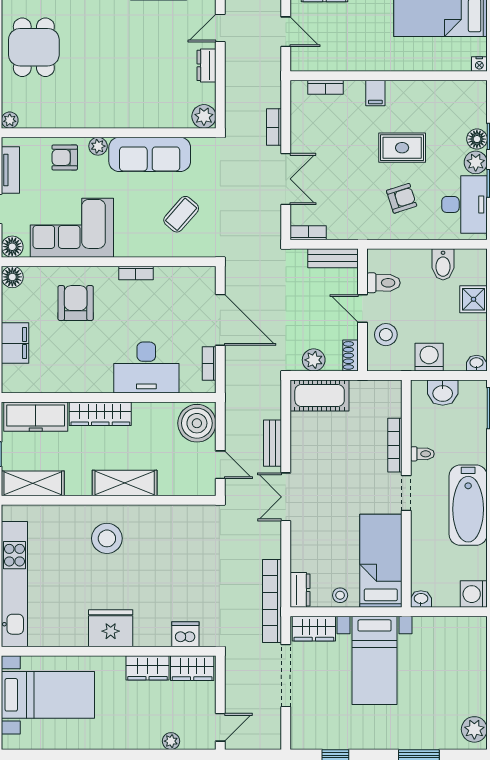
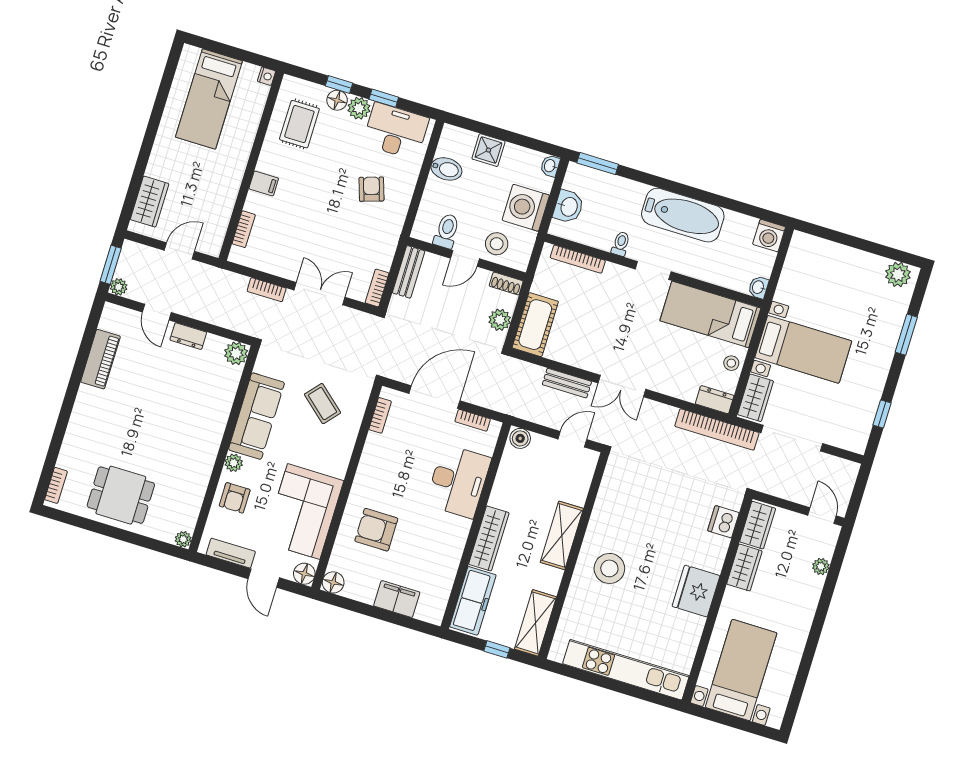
rug: (402, 148) -> (299, 124), moved
bookcase: (136, 273) -> (380, 415), moved
washing machine: (429, 357) -> (526, 208), width x1.37, depth x1.37
boiler: (197, 423) -> (520, 438), width x0.54, depth x0.54
bookcase: (395, 445) -> (578, 259), moved

